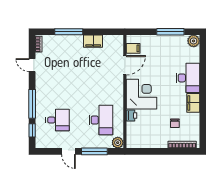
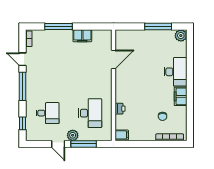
filing cabinet: (133, 48) -> (122, 135), moved
corner desk: (141, 94) -> (130, 88), removed
window: (32, 104) -> (23, 86), moved
plant: (118, 143) -> (73, 135), moved

